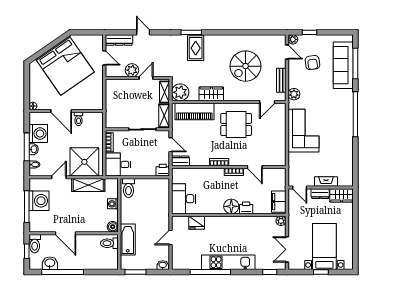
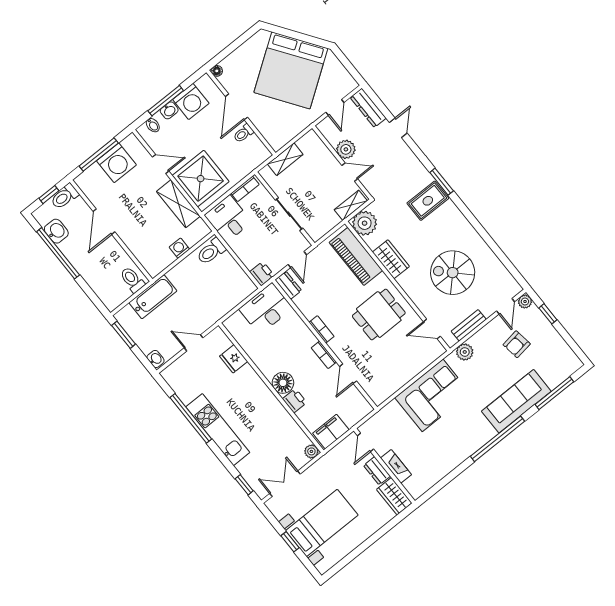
sofa: (343, 65) -> (516, 401), moved
shelving: (164, 116) -> (285, 159), moved
dining table: (236, 124) -> (379, 315), turned 90
desk: (184, 199) -> (266, 309), moved
boiler: (113, 227) -> (154, 268), removed

